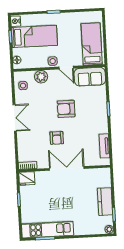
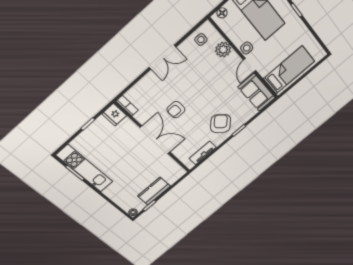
armchair: (66, 109) -> (221, 124), moved, turned 43

